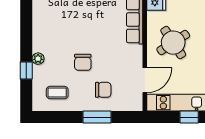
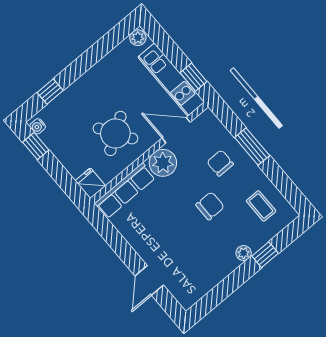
plant: (132, 56) -> (163, 163), added
window: (189, 117) -> (193, 77), moved

